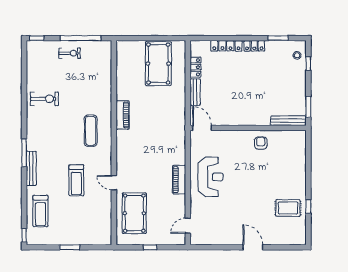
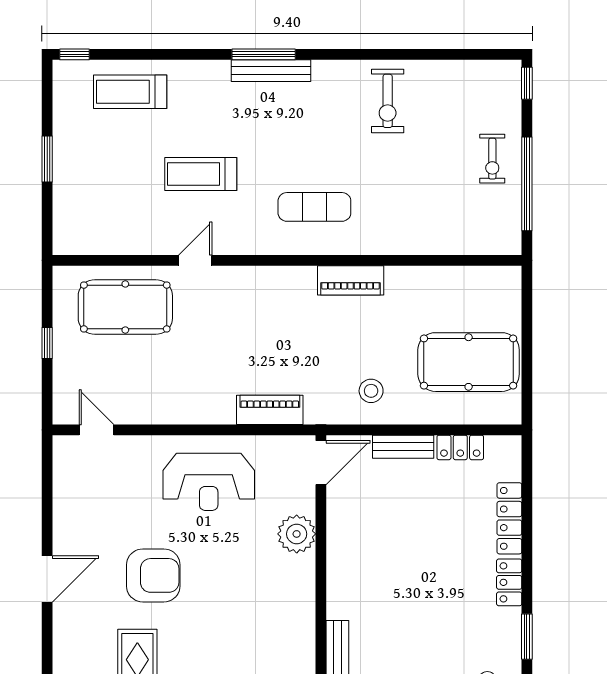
stool: (171, 106) -> (371, 391), added
plant: (233, 139) -> (297, 534), added
armchair: (261, 143) -> (153, 575), moved, width x1.88, depth x1.88
bench: (31, 168) -> (271, 71), moved
piano: (179, 180) -> (270, 410), moved

